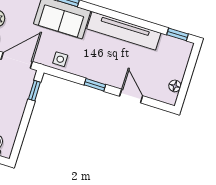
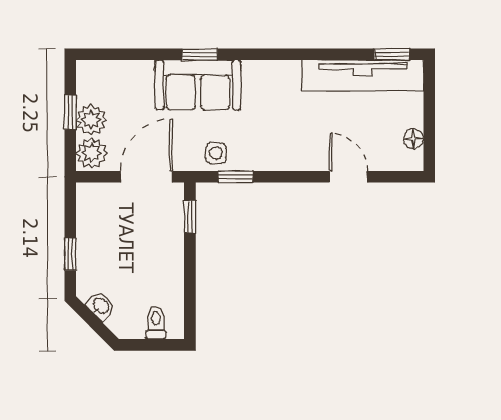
tv unit: (124, 31) -> (363, 76), moved
window: (95, 85) -> (235, 177), moved

